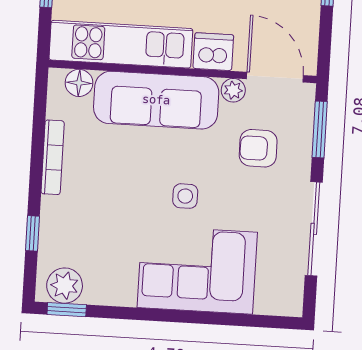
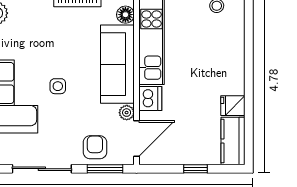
armchair: (258, 148) -> (95, 147), moved

